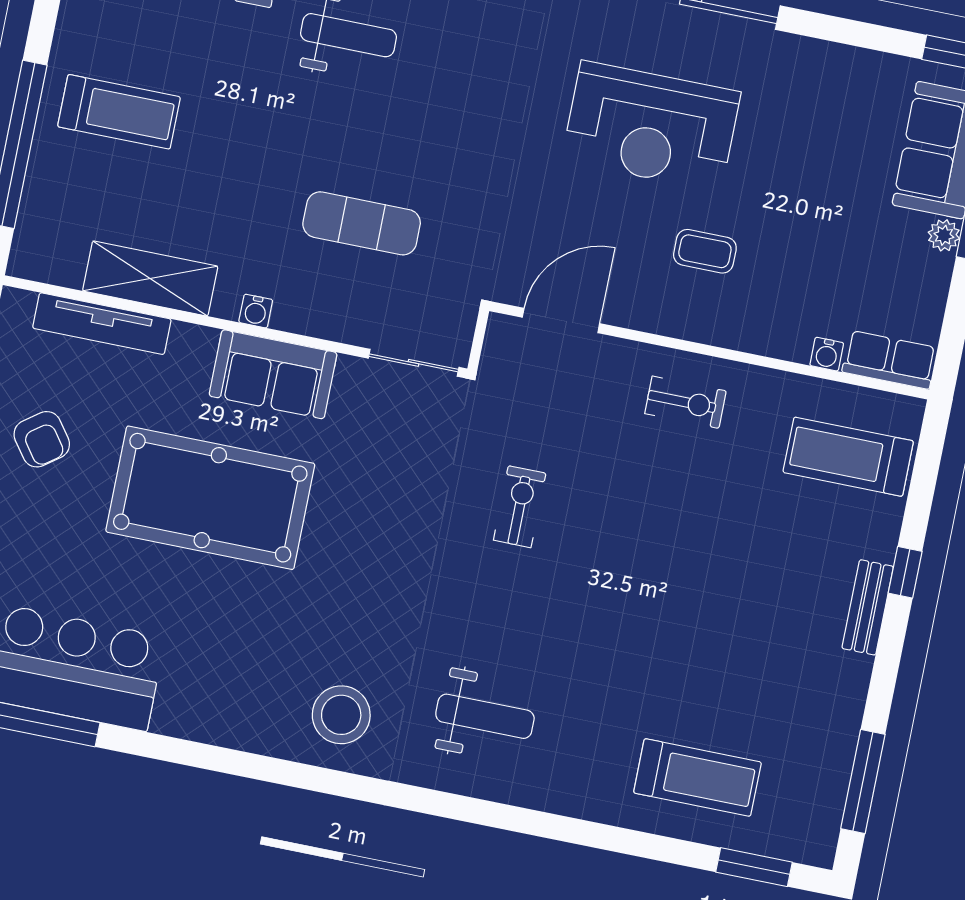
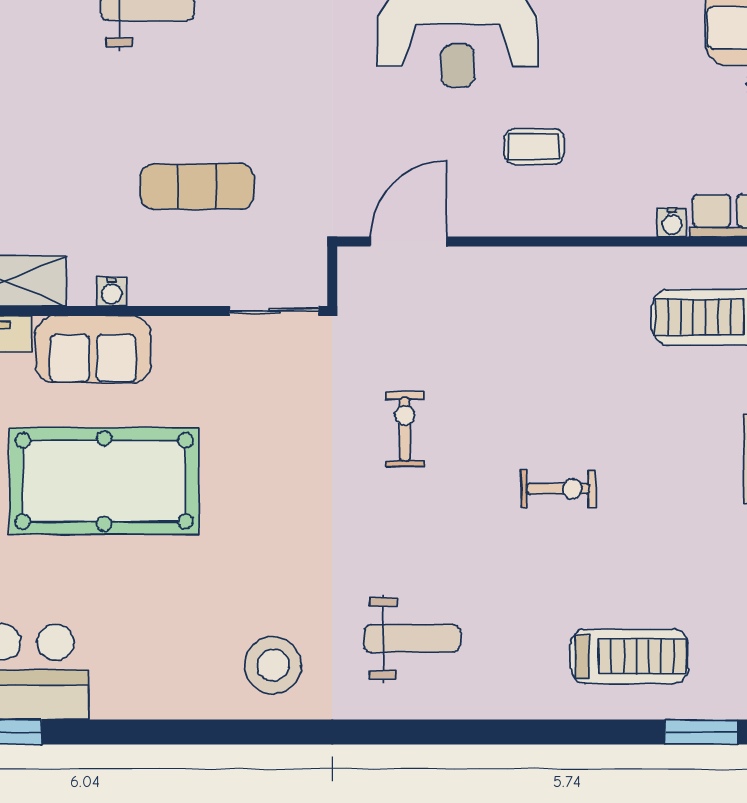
sofa: (273, 374) -> (93, 349), moved
exercise bike: (685, 402) -> (558, 489), moved

